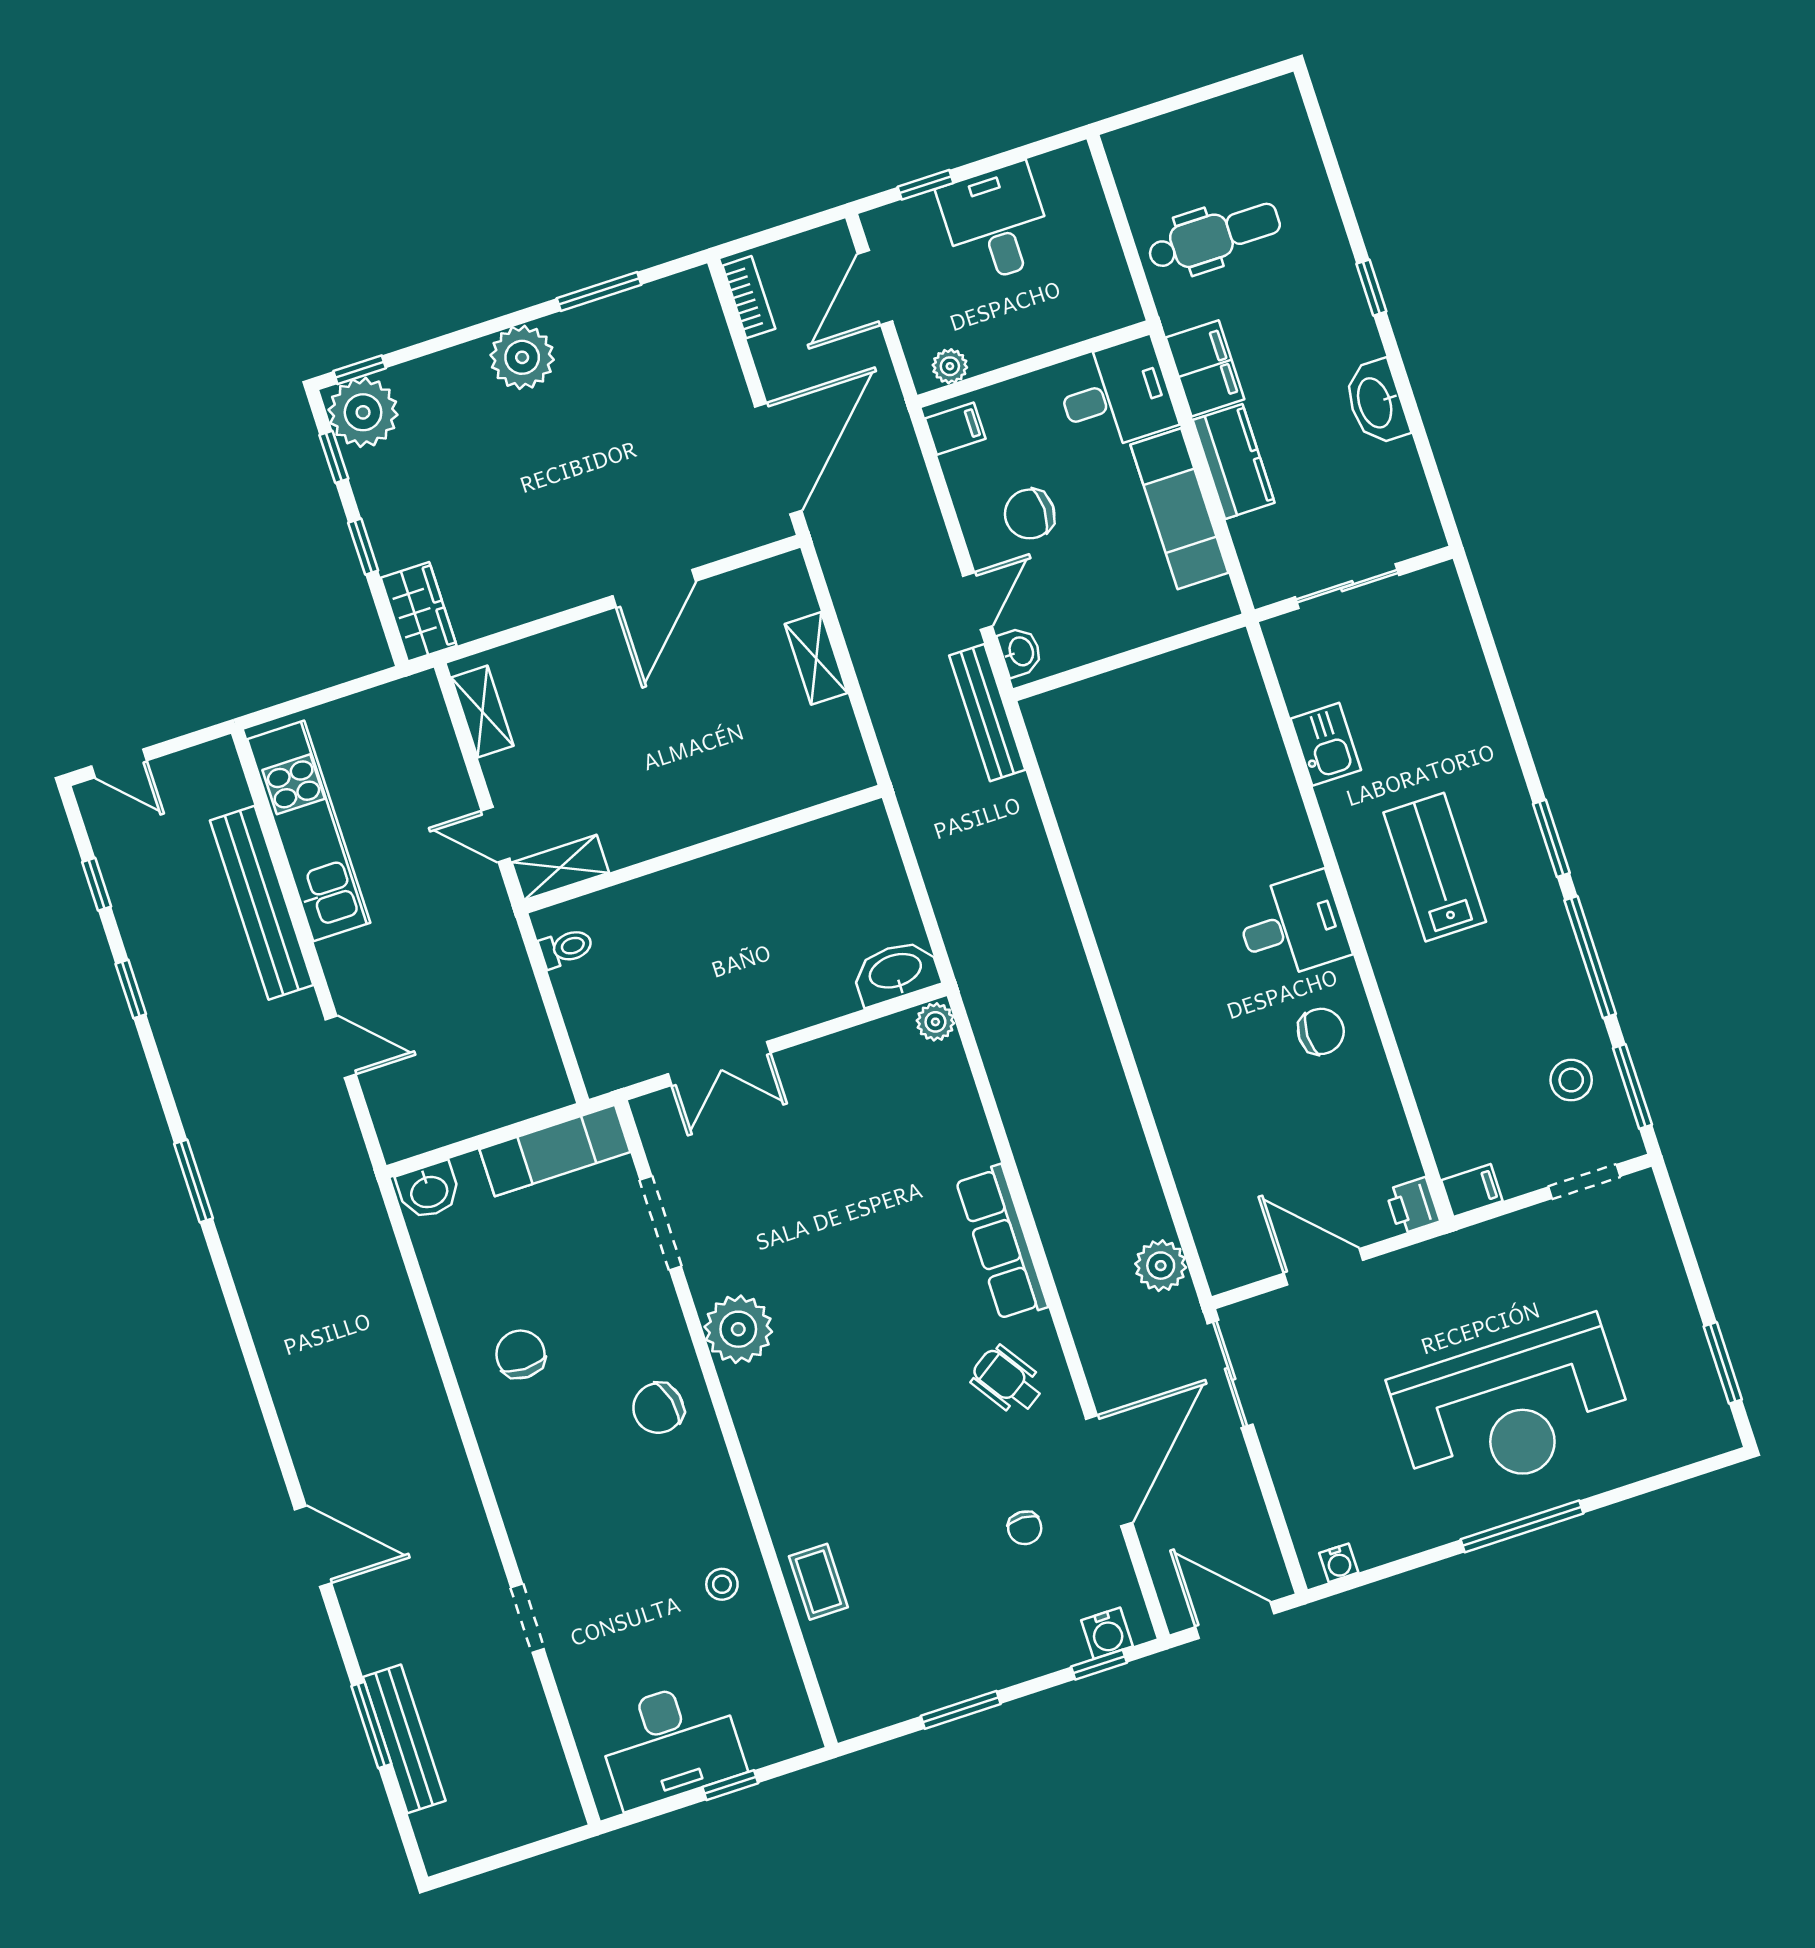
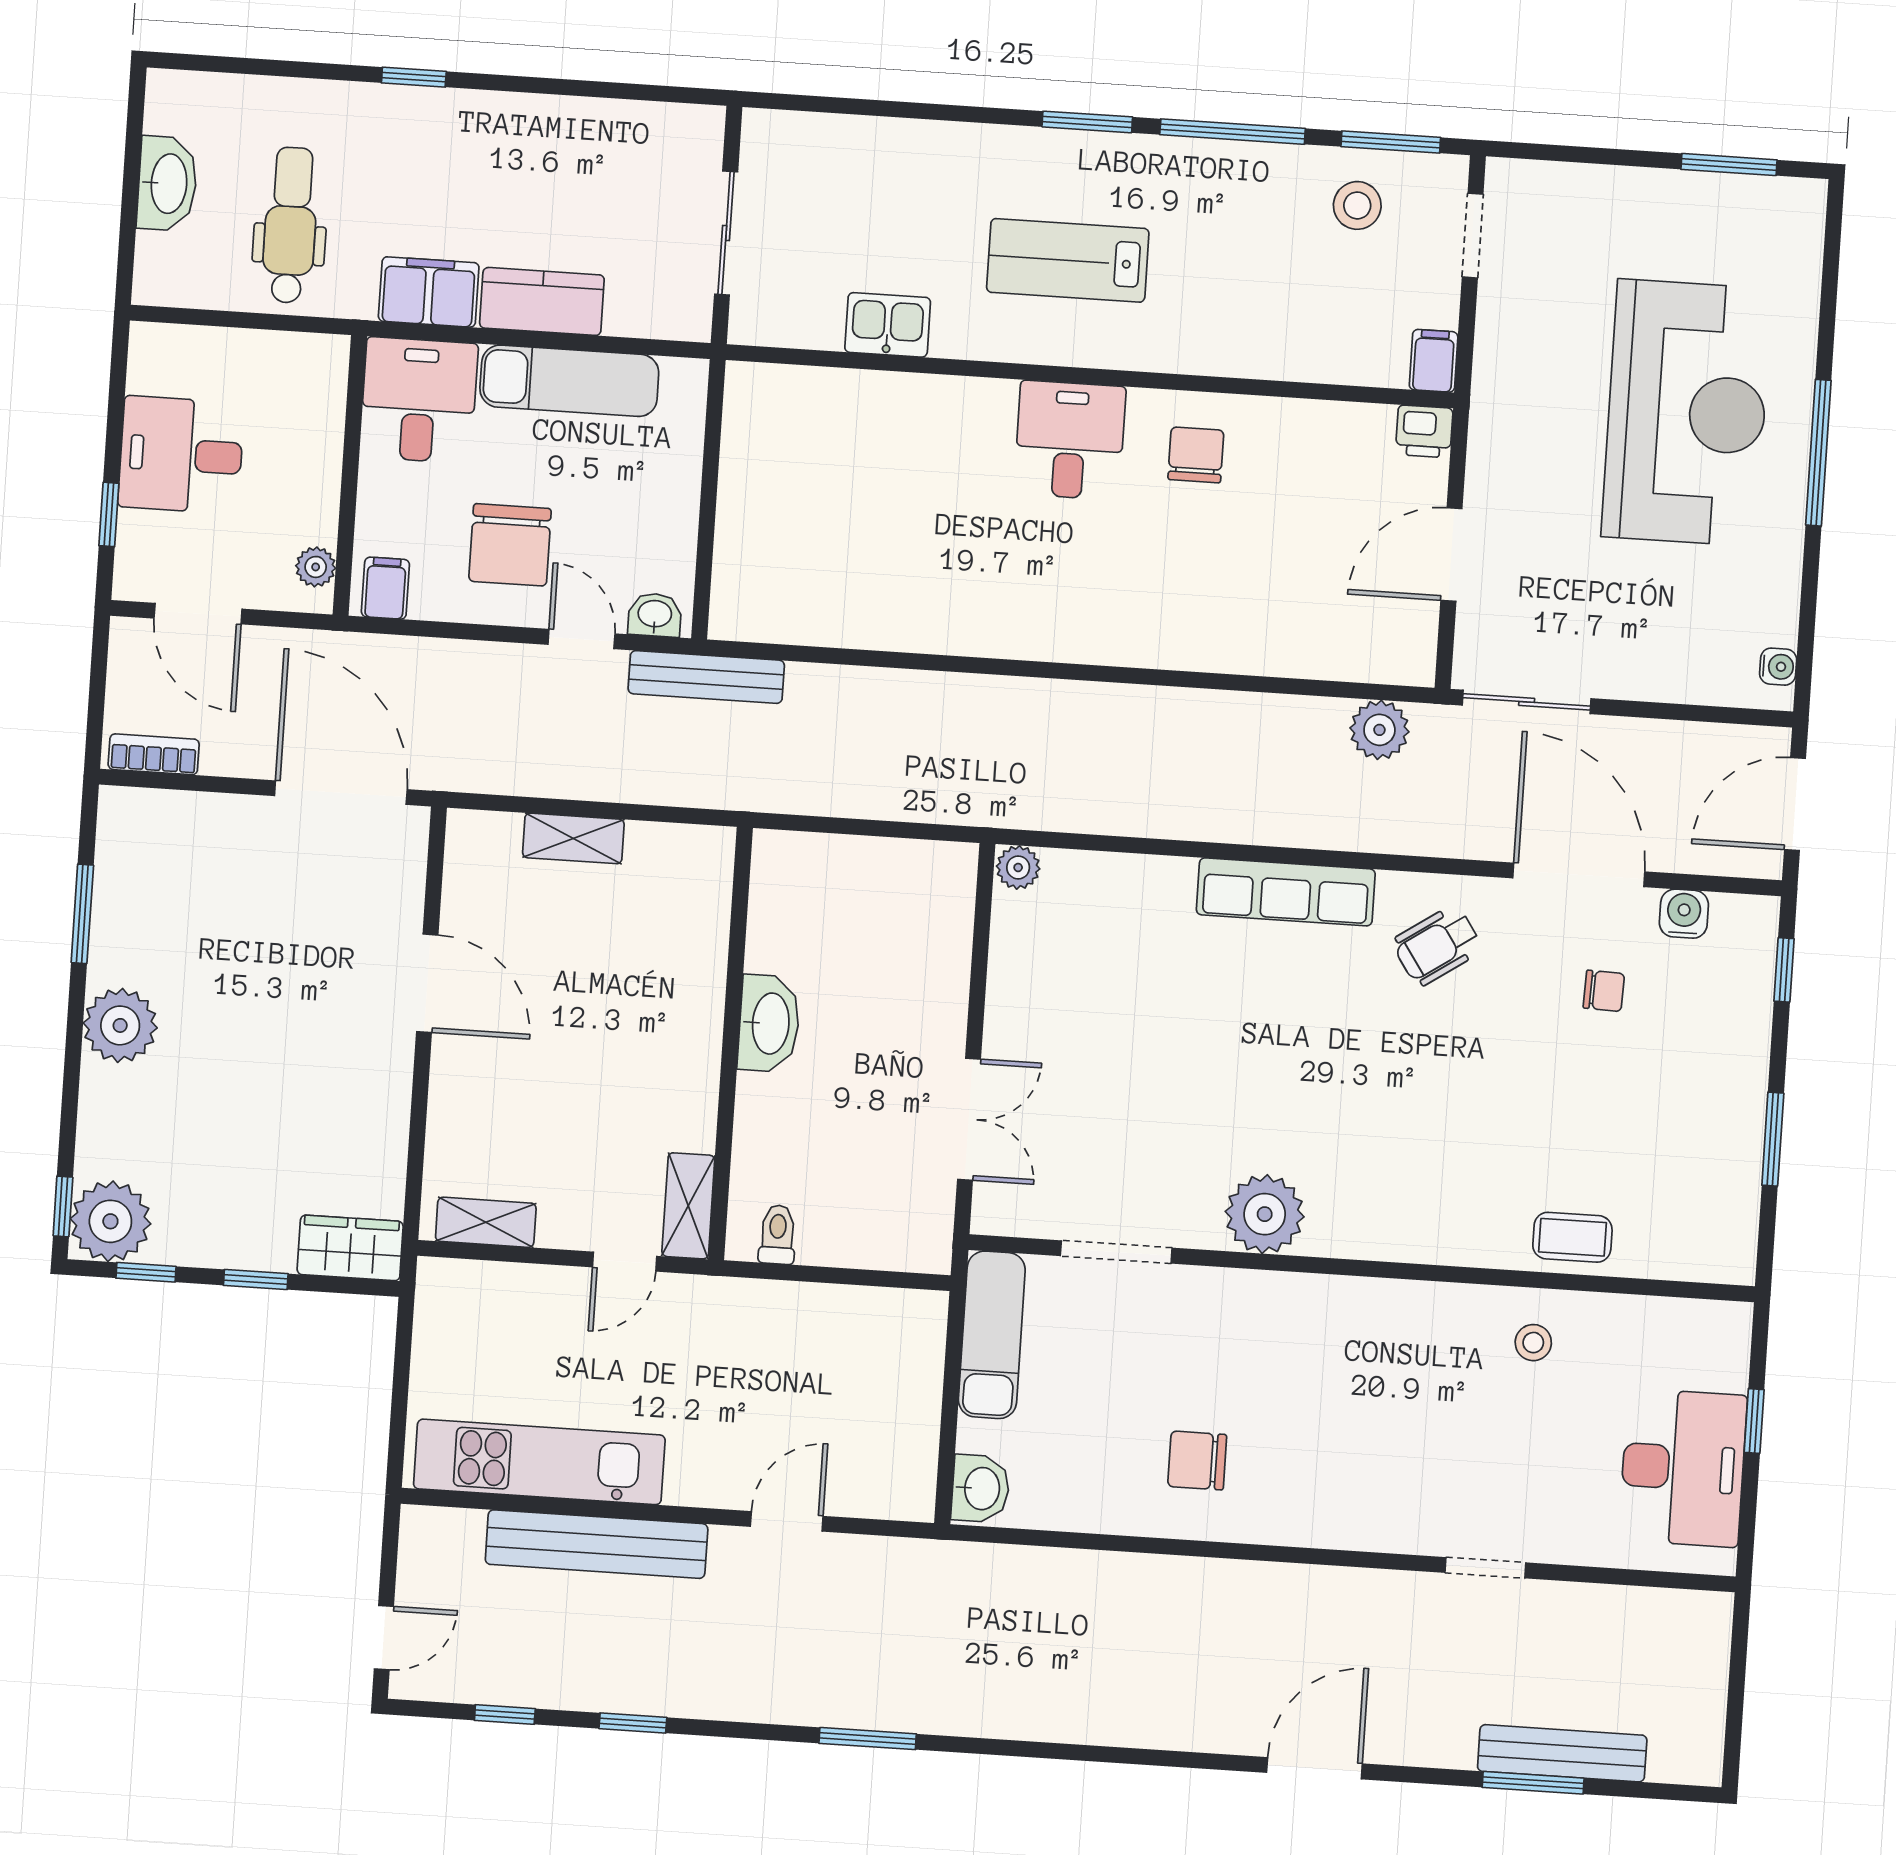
washbasin: (1376, 402) -> (167, 184), moved, turned -90
chair: (1030, 514) -> (510, 545), width x1.37, depth x1.37
washbasin: (896, 972) -> (769, 1023), moved, turned 180
chair: (658, 1408) -> (1315, 1335), removed
water cooler: (1107, 1633) -> (1684, 914), moved, turned -90

